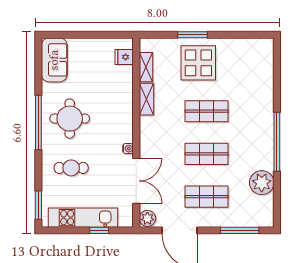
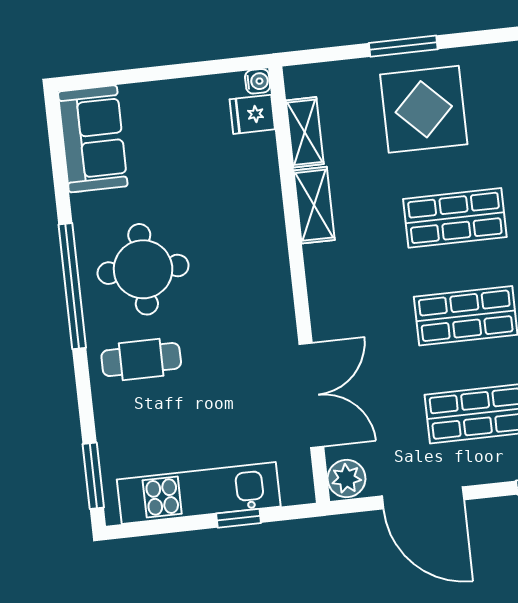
water cooler: (128, 149) -> (258, 81), moved
cafe table: (71, 168) -> (141, 360), moved

